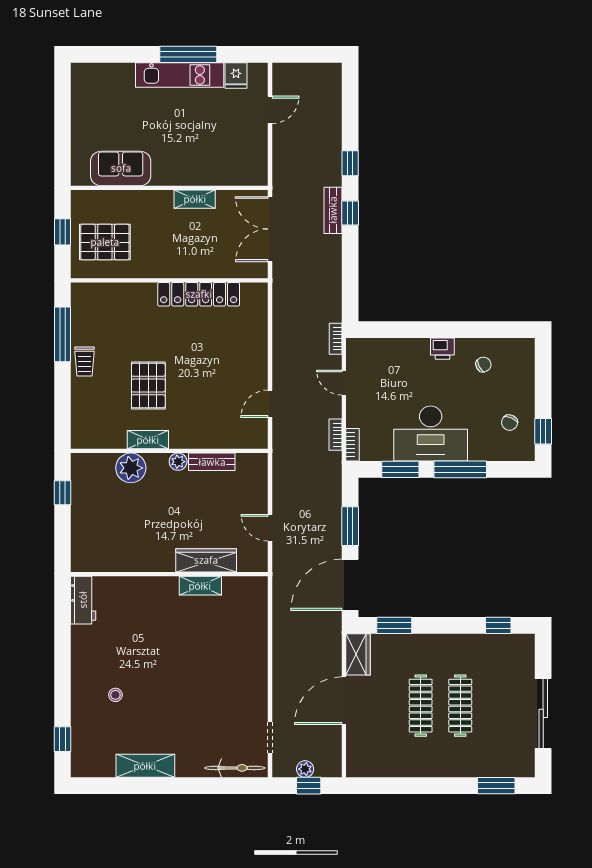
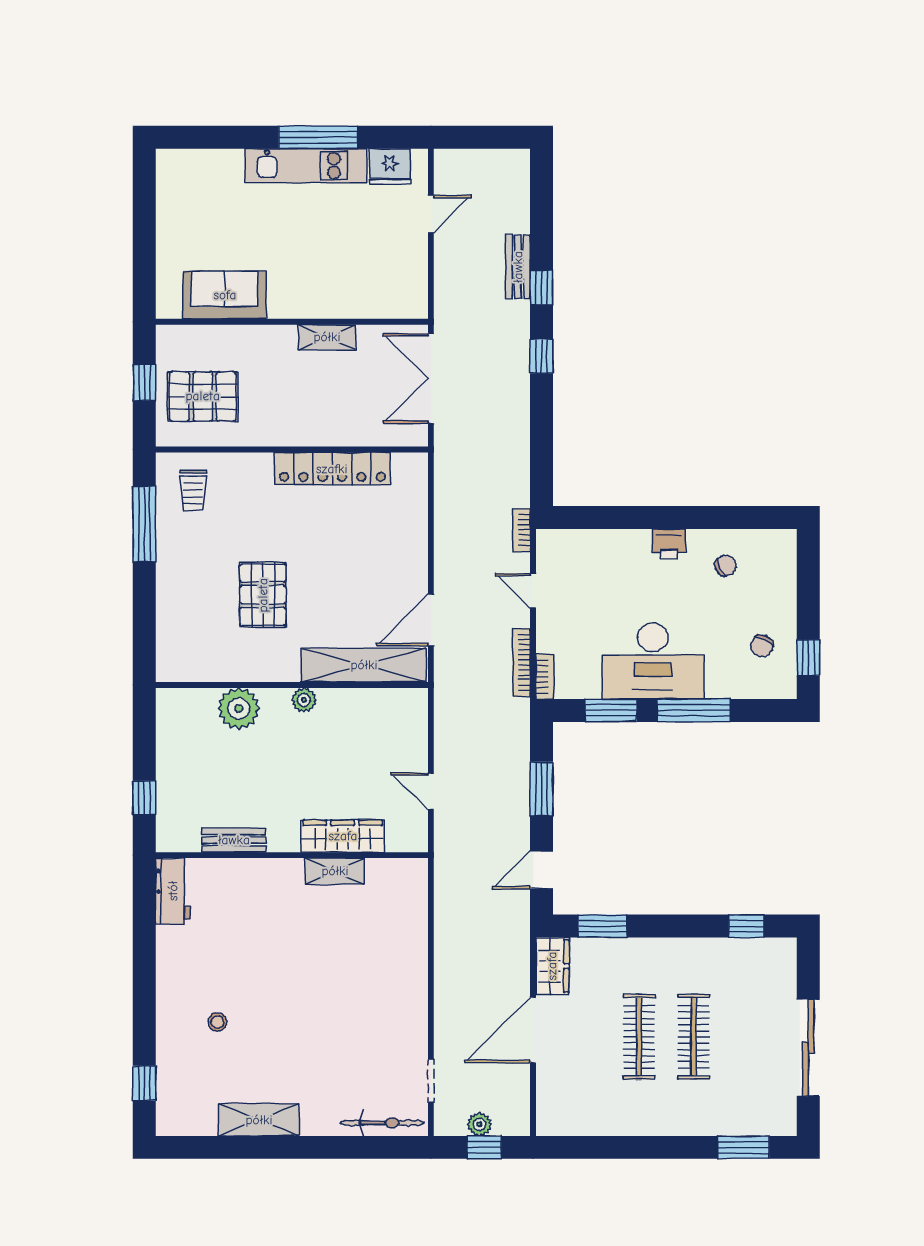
fridge: (236, 75) -> (390, 166), width x1.38
bench: (333, 210) -> (518, 267), moved
trolley: (84, 361) -> (193, 490), moved
door: (270, 404) -> (431, 620), width x1.38
bookcase: (336, 435) -> (521, 663), width x1.56
shelving: (148, 440) -> (364, 665), moved, width x2.20, depth x1.33
bench: (212, 462) -> (234, 840), moved
window: (63, 493) -> (144, 798), moved
door: (350, 585) -> (542, 870), width x0.53

